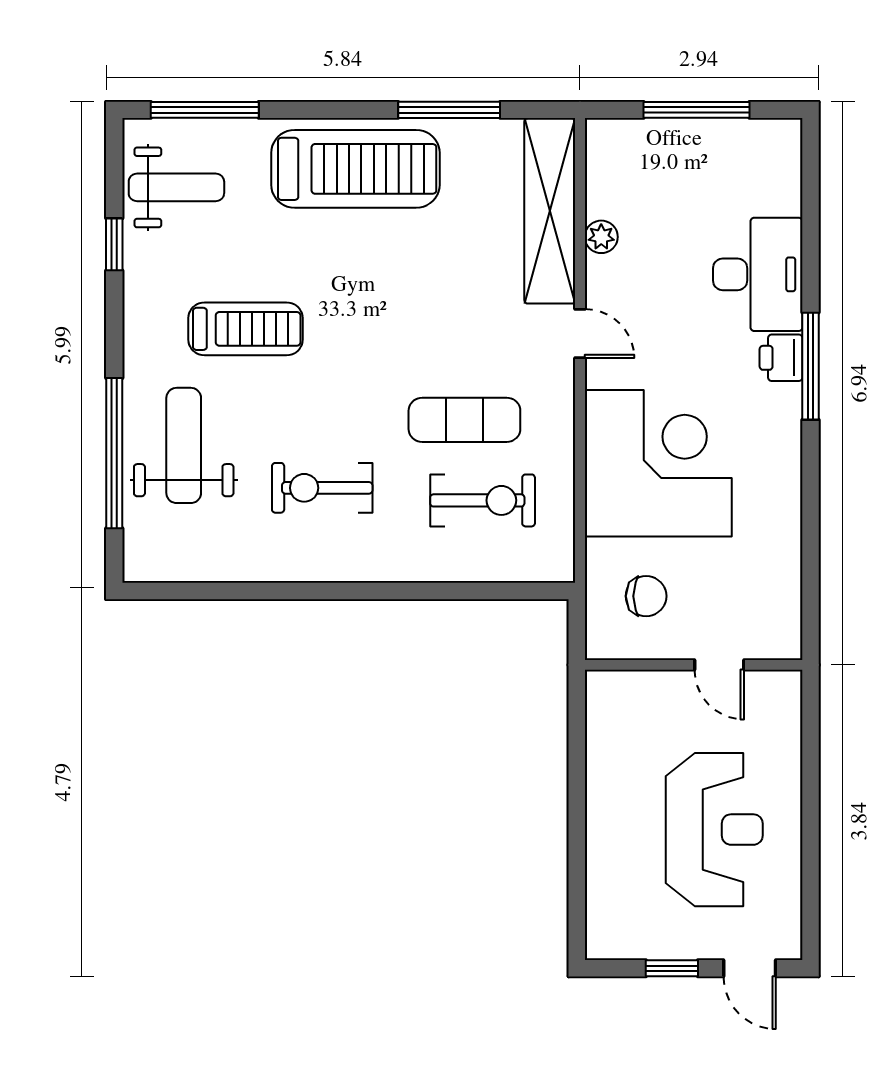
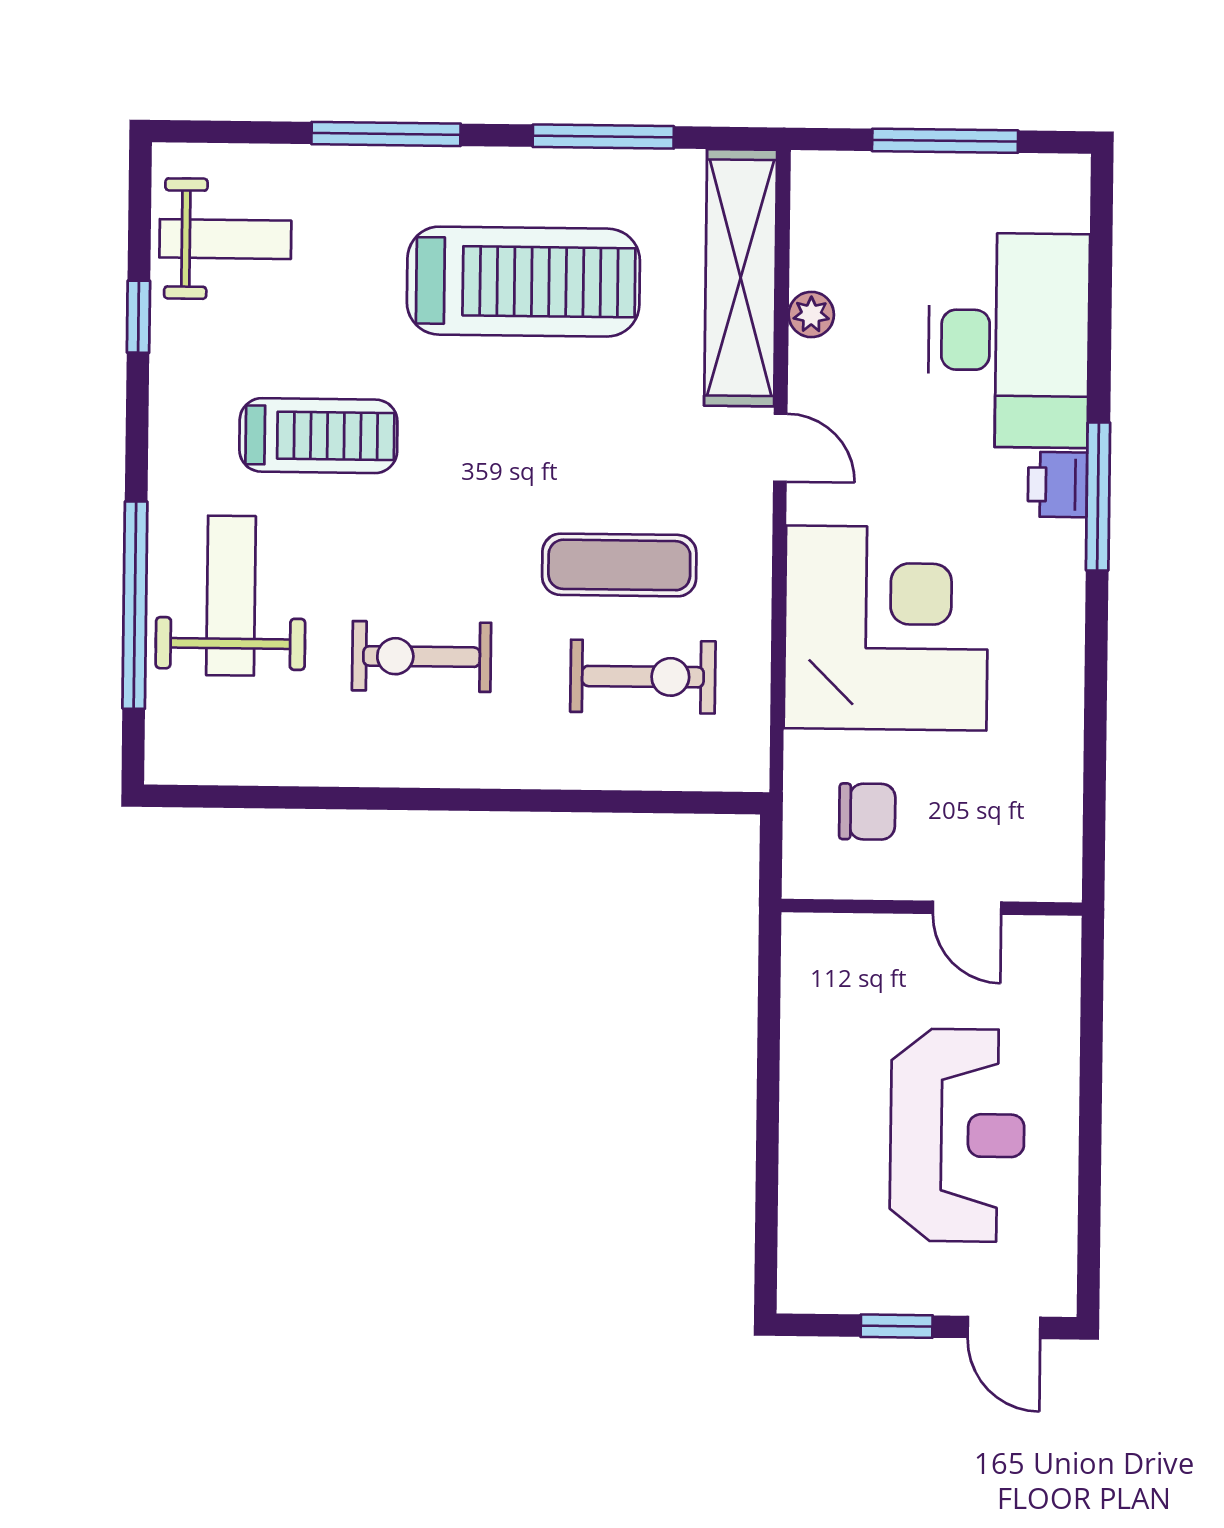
window: (205, 110) -> (386, 134), moved
treadmill: (355, 169) -> (523, 282), moved
desk: (758, 274) -> (1009, 340), width x1.36, depth x1.30

